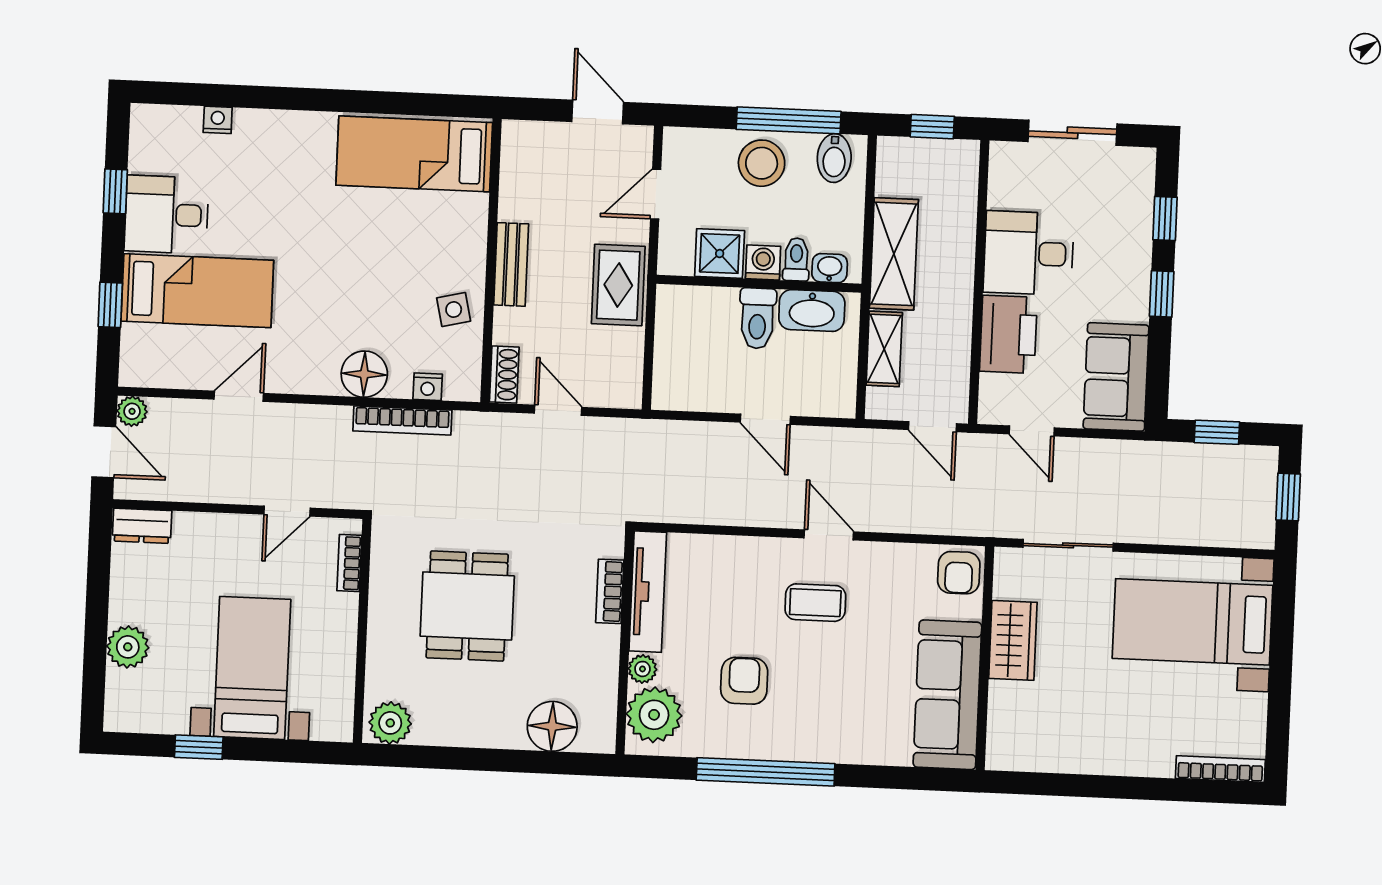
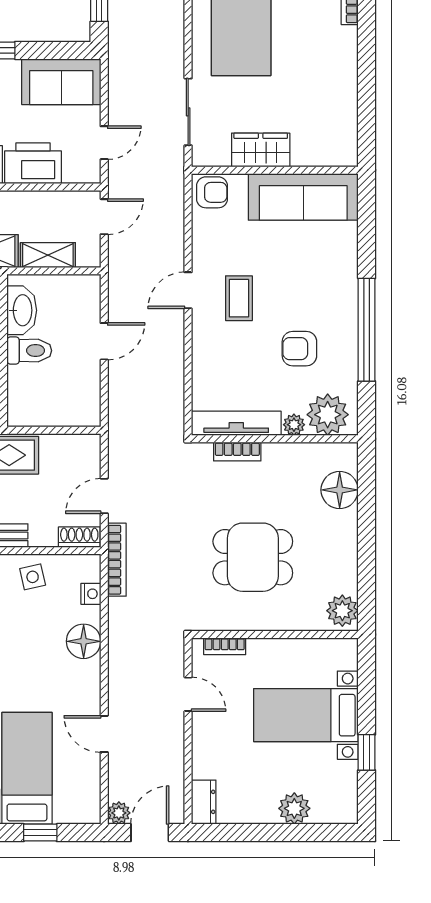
bookcase: (402, 421) -> (117, 560), moved

